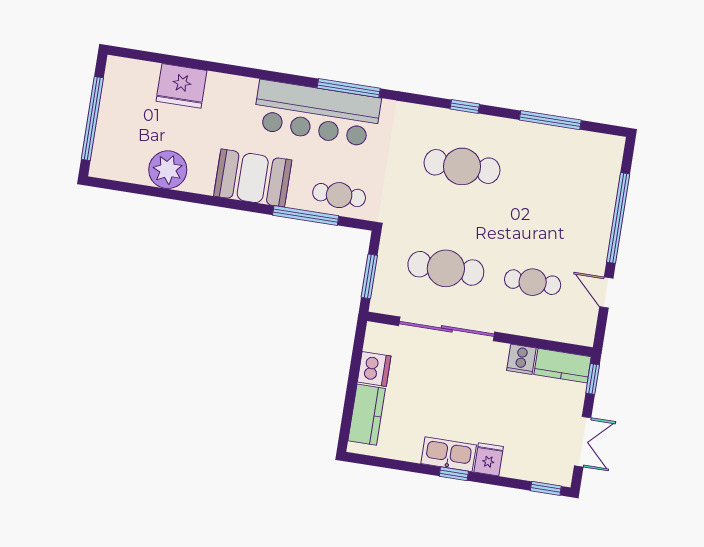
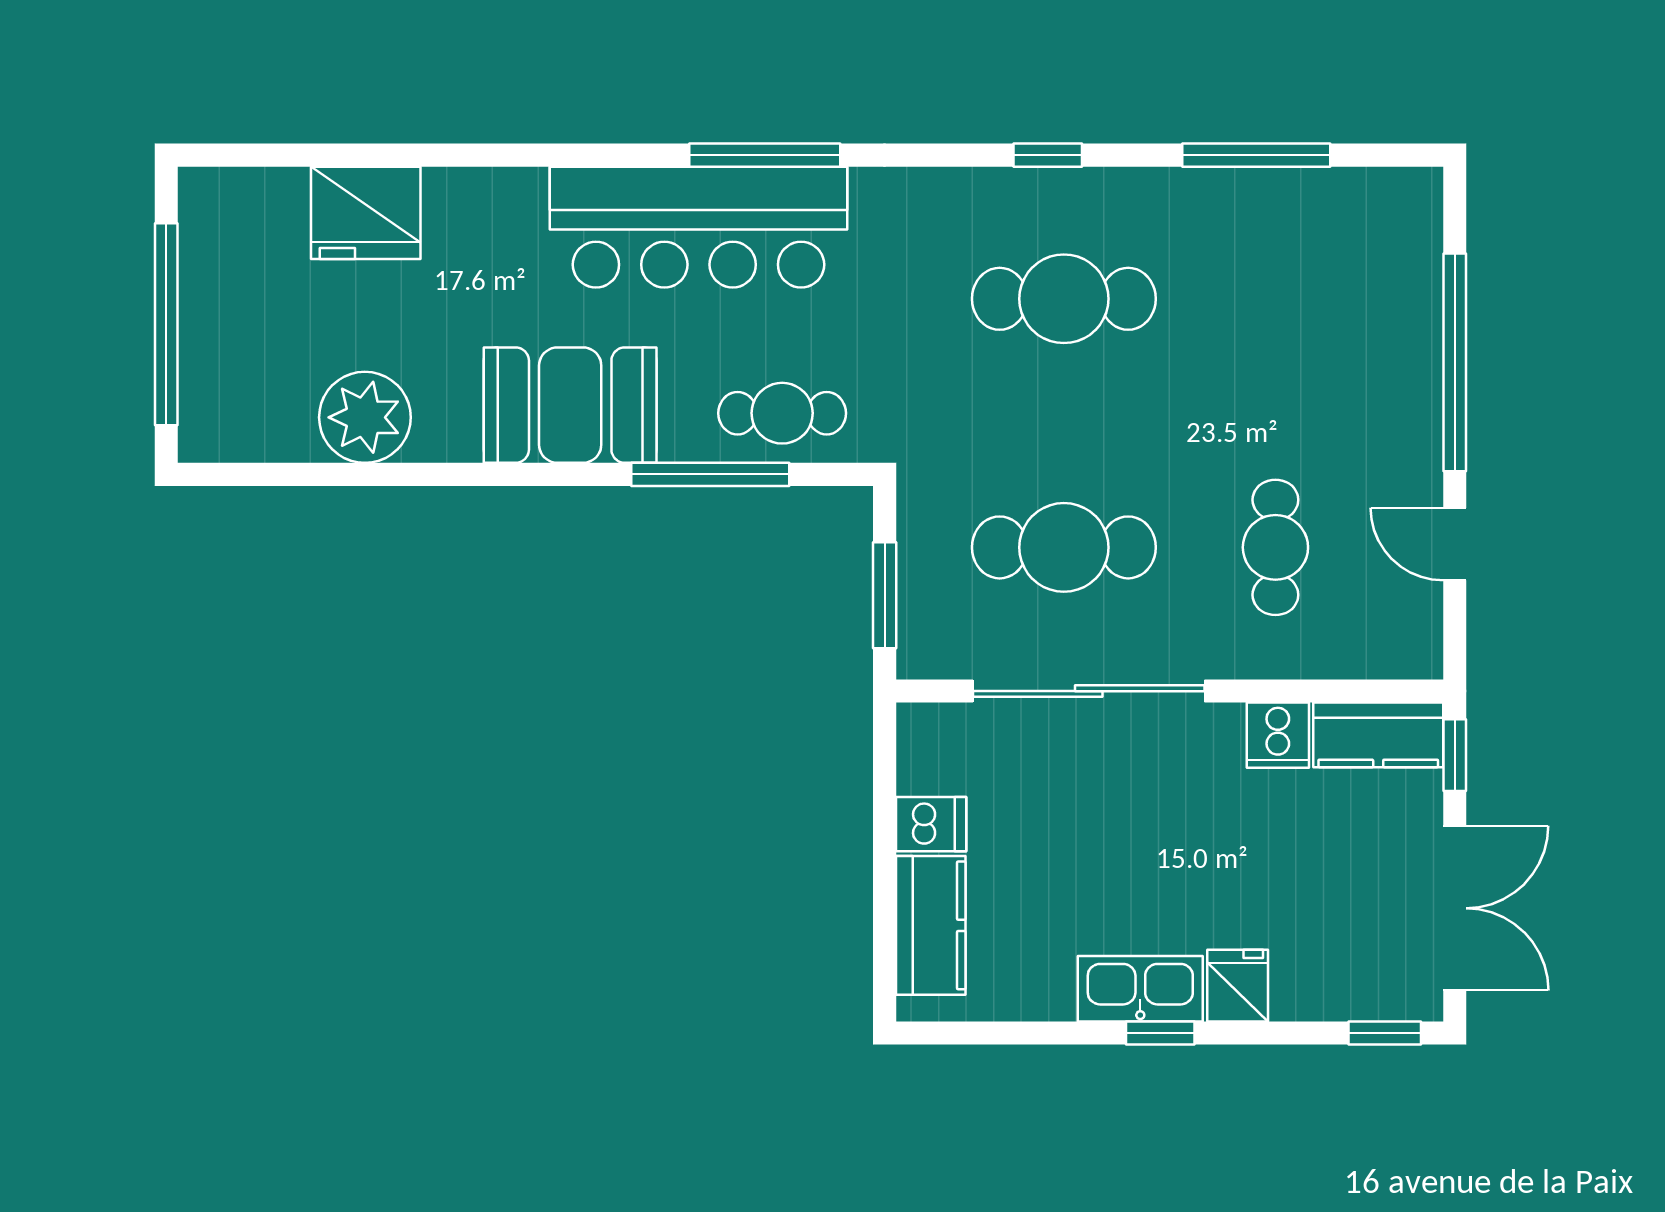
cafe table: (533, 282) -> (1275, 547), turned 90
dishwasher: (374, 369) -> (931, 824), width x0.73
double door: (583, 442) -> (1455, 908), width x1.37

